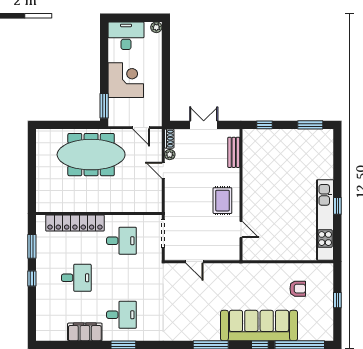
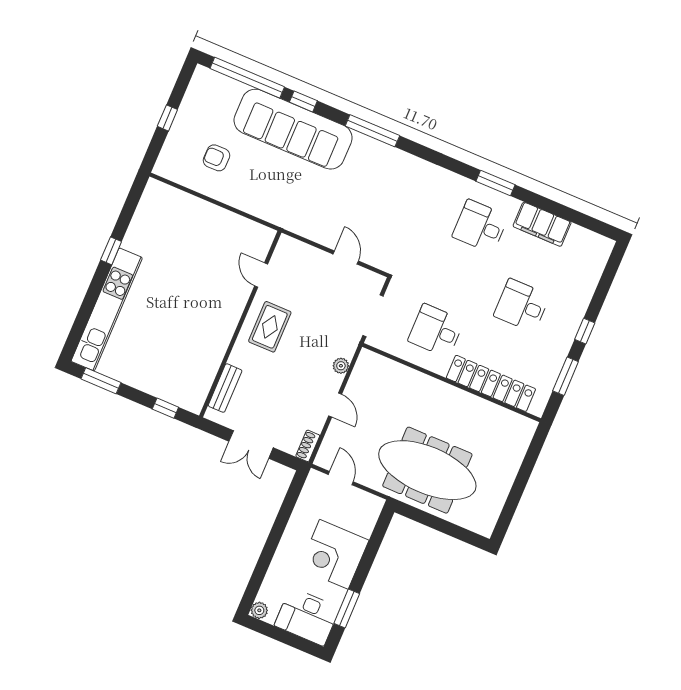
window: (104, 106) -> (347, 608), moved
plant: (170, 155) -> (341, 366), moved
kitchen unit: (325, 220) -> (107, 309), moved

